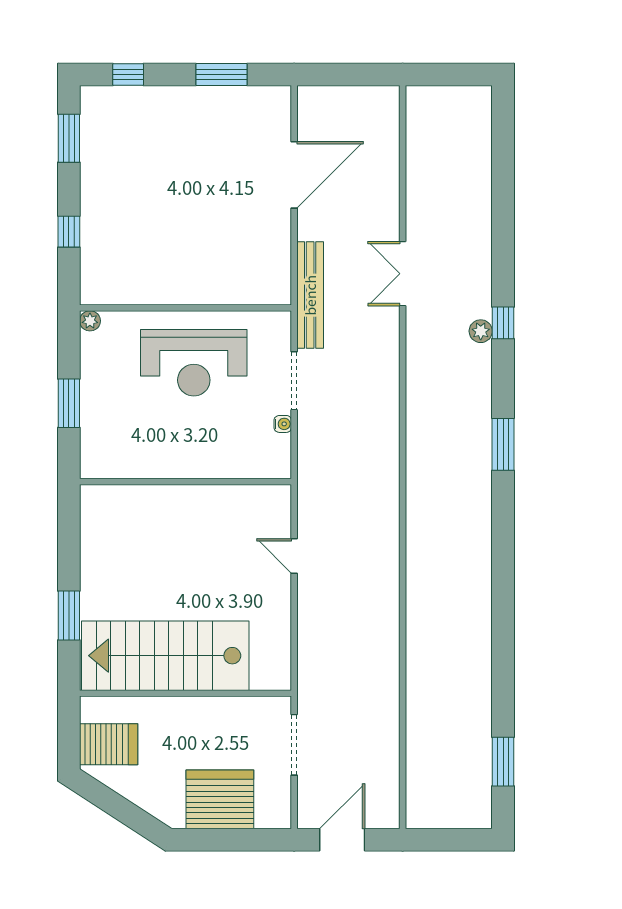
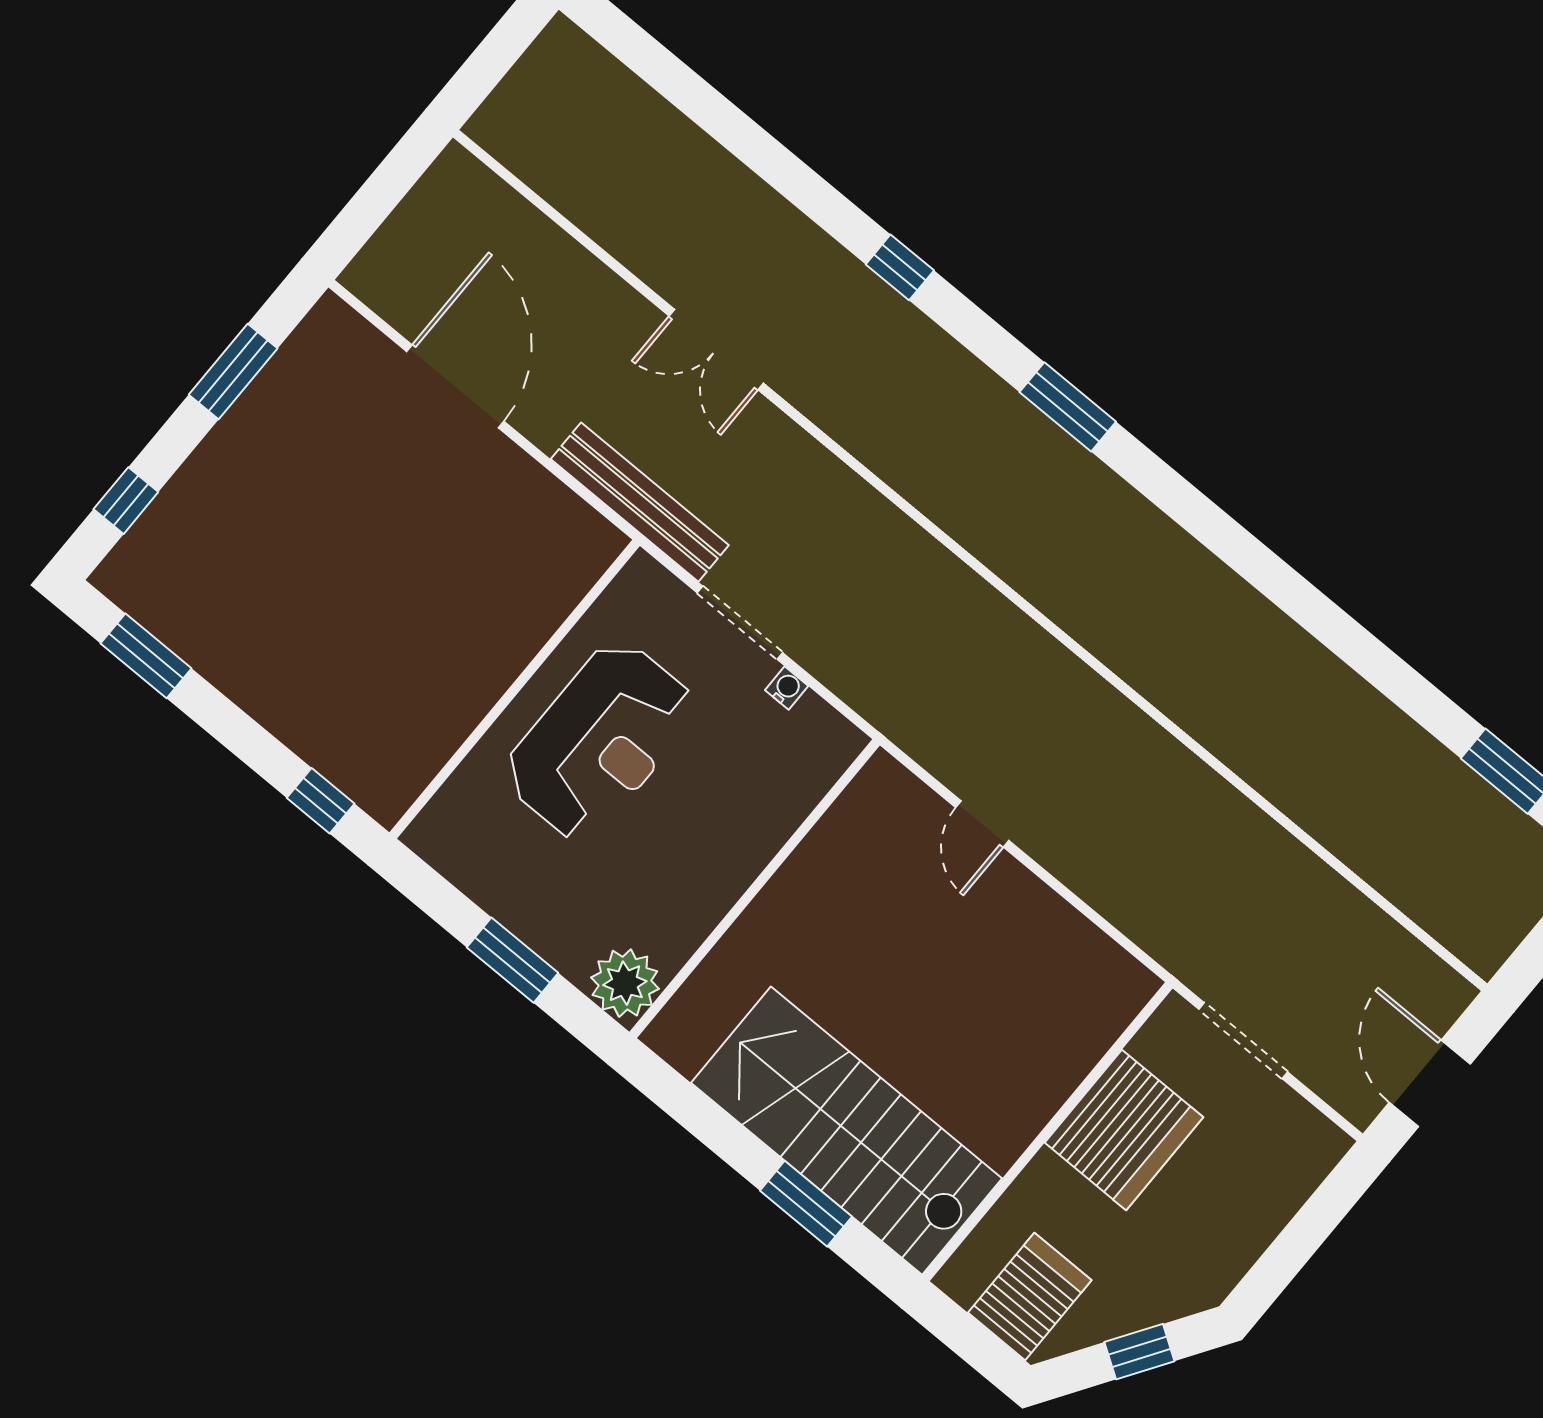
window: (69, 232) -> (321, 801), moved
plant: (90, 321) -> (625, 983), moved, width x1.87, depth x1.87
plant: (481, 331) -> (886, 308), removed
door: (294, 556) -> (982, 824), hinge flipped
stairs: (165, 656) -> (847, 1131), moved, turned 90
server rack: (220, 799) -> (1124, 1130), moved, turned 180
window: (124, 811) -> (1139, 1352), added

